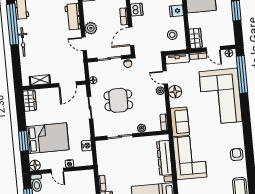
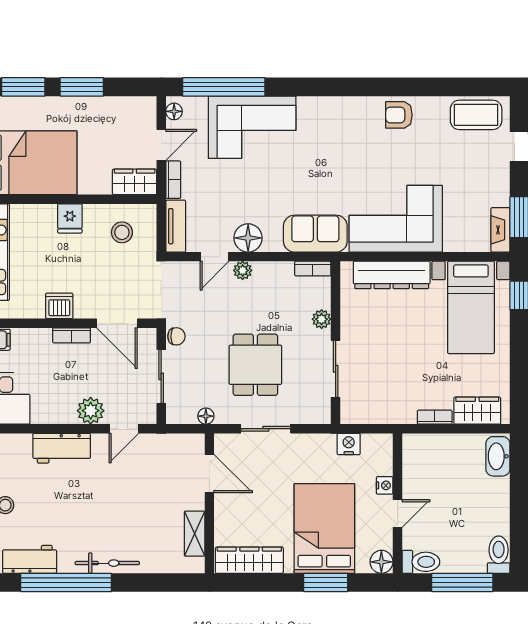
corner sofa: (221, 97) -> (252, 127), width x0.73, depth x0.74
wardrobe: (30, 101) -> (249, 560), width x1.50

